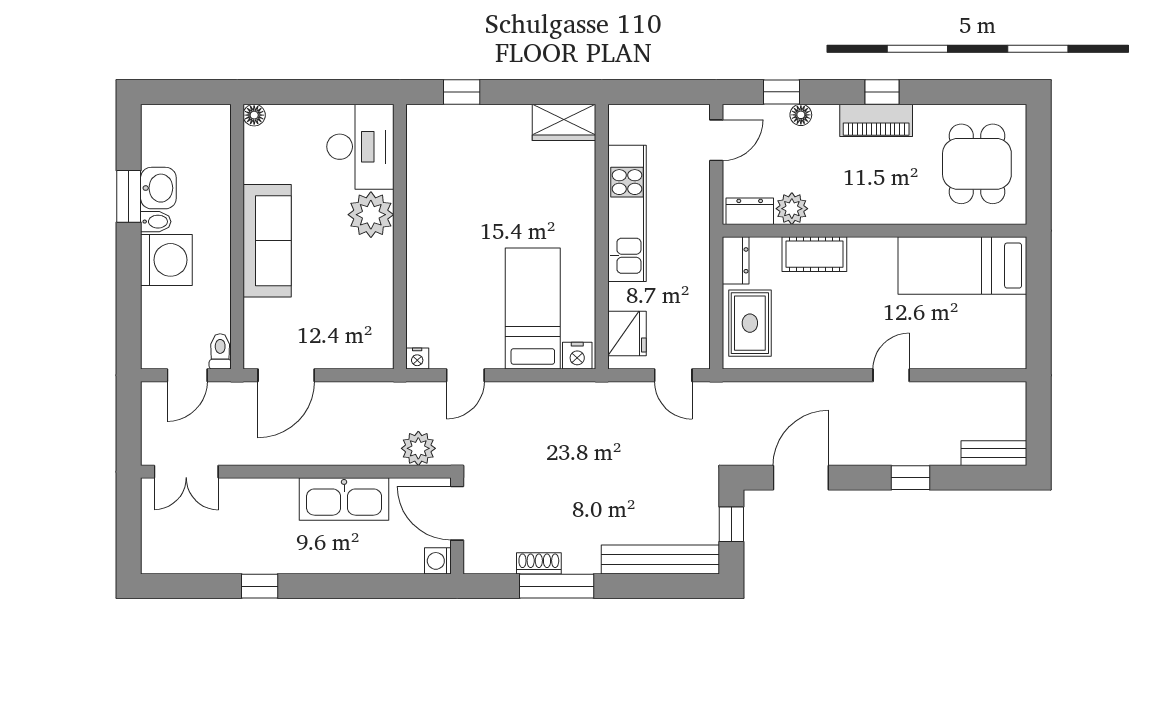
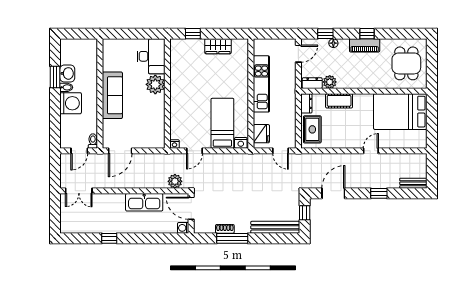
floor lamp: (254, 115) -> (107, 43), removed
wardrobe: (564, 122) -> (218, 46), moved
bed: (962, 266) -> (400, 112), width x1.50

